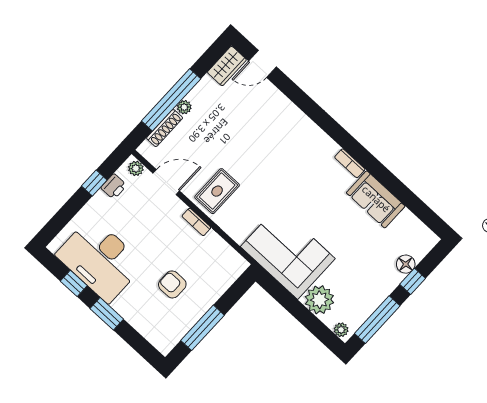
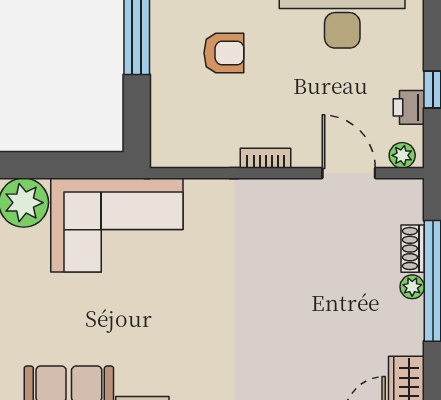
shoe rack: (165, 128) -> (413, 249), width x0.70
door: (166, 182) -> (349, 173), swing flipped
rug: (217, 191) -> (275, 220), removed

